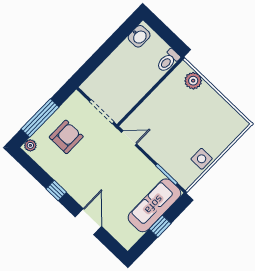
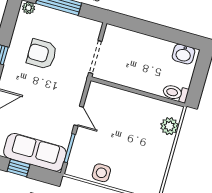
armchair: (66, 137) -> (42, 54), moved, turned 180
door: (129, 138) -> (79, 116), moved

